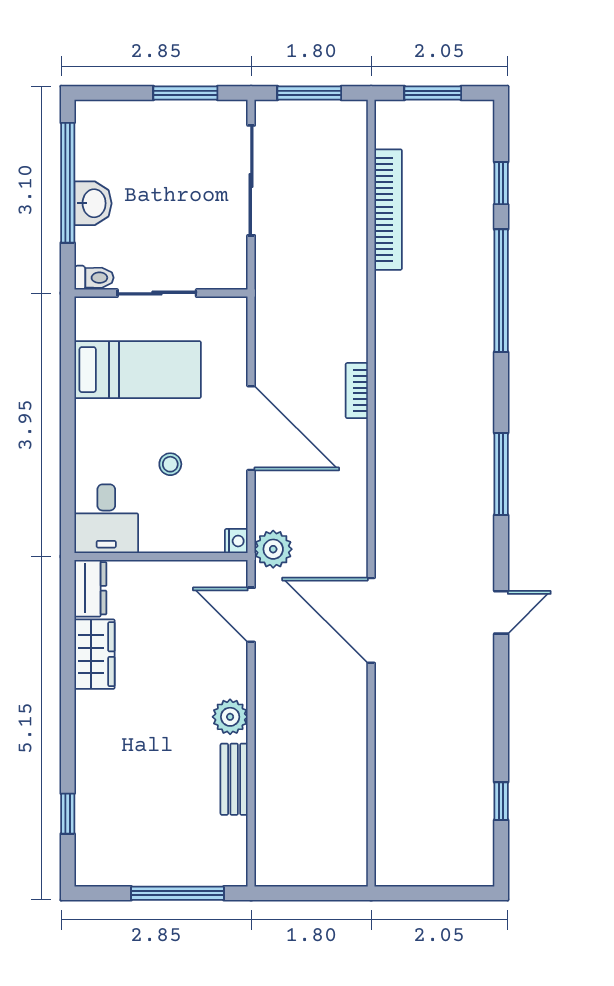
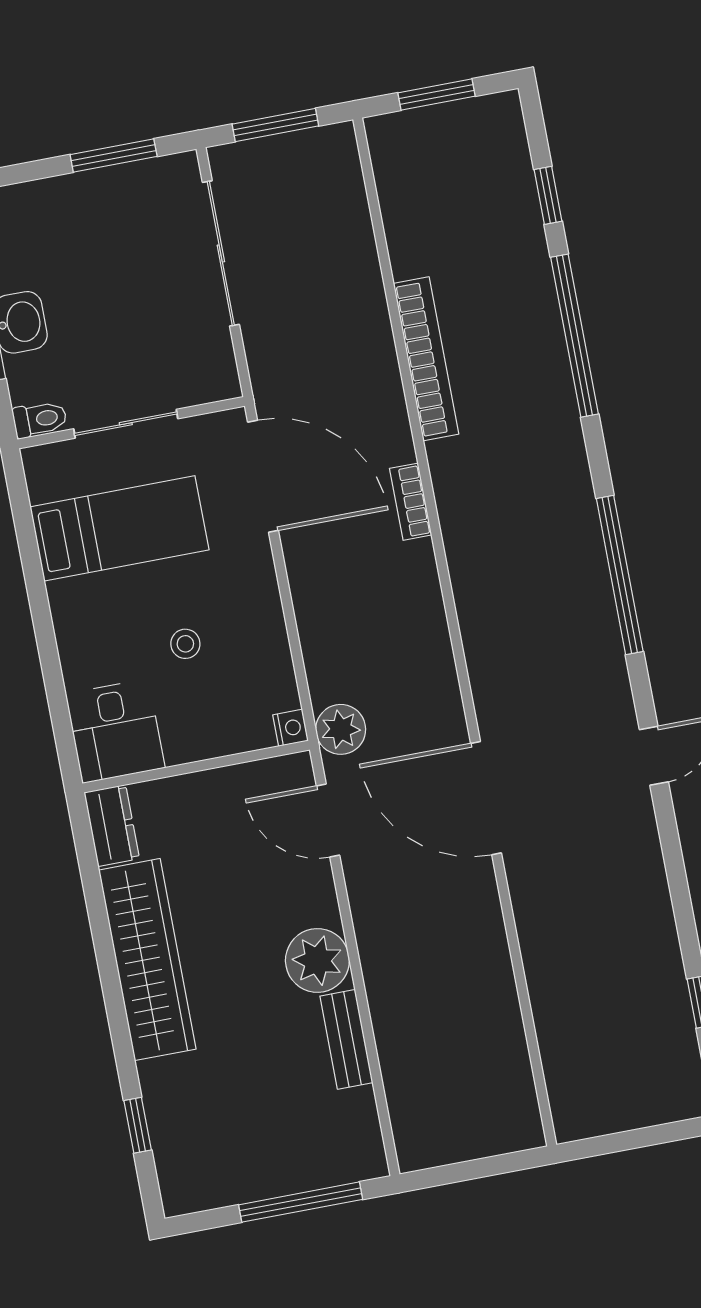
bookcase: (388, 210) -> (426, 359), moved
door: (251, 428) -> (263, 476), moved
window: (501, 474) -> (620, 575), width x1.46
wardrobe: (95, 654) -> (147, 960), width x2.10, depth x1.17
plant: (230, 717) -> (317, 960), width x1.36, depth x1.36

